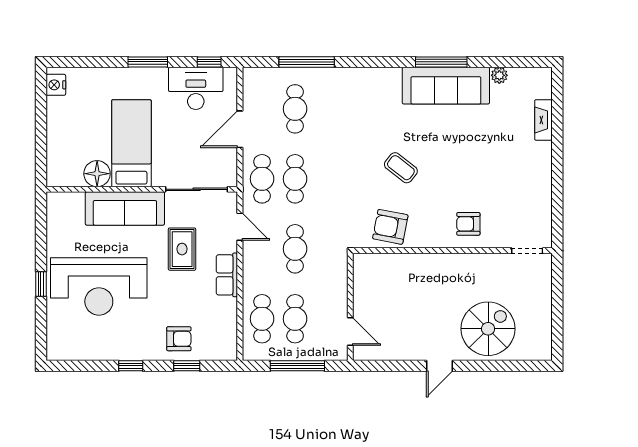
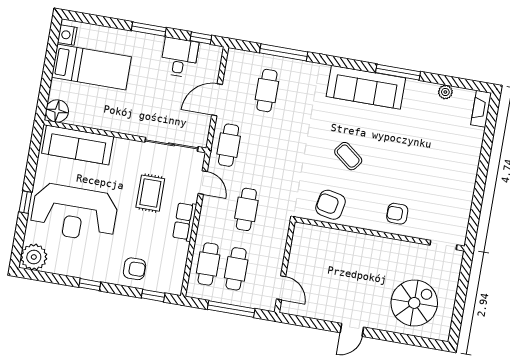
sofa: (446, 86) -> (366, 87), moved
desk: (196, 88) -> (179, 57), width x0.73
fireplace: (543, 120) -> (481, 109), moved
bed: (131, 143) -> (91, 67), moved, turned 90
floor lamp: (97, 174) -> (57, 111), moved
cafe table: (295, 179) -> (257, 150), removed
sofa: (125, 208) -> (78, 145), moved
spiral stairs: (488, 329) -> (414, 303), moved
plant: (61, 345) -> (34, 257), added
window: (187, 366) -> (153, 296), moved

